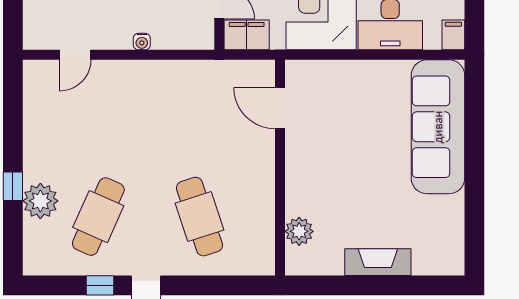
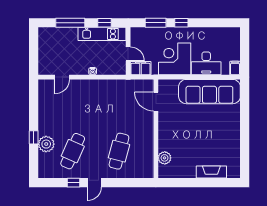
sofa: (438, 127) -> (209, 92), moved, turned -90
cafe table: (199, 217) -> (119, 151), turned 33
fireplace: (378, 262) -> (211, 172), moved

